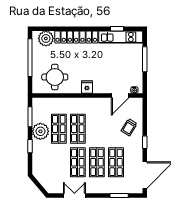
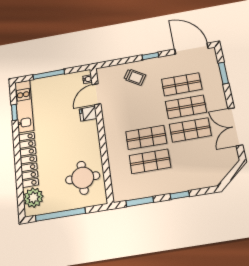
fridge: (87, 87) -> (88, 114), moved
door: (120, 95) -> (96, 94), swing flipped
plant: (40, 131) -> (157, 185), removed
double door: (74, 196) -> (235, 127), width x1.37

